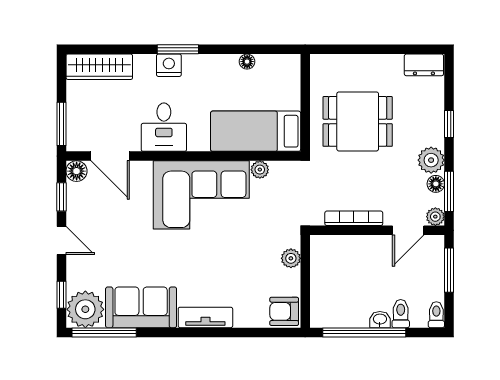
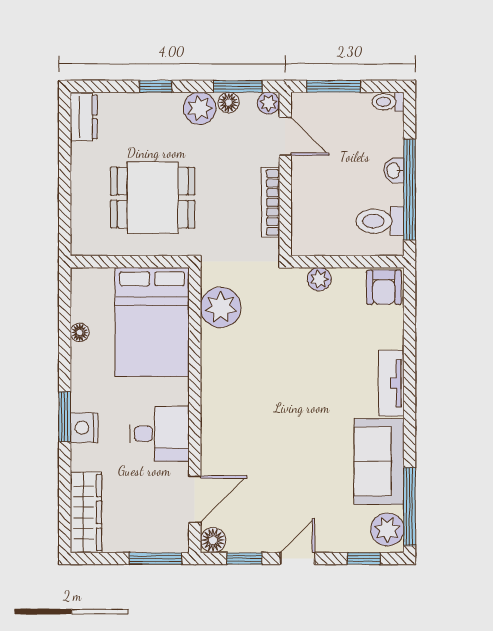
dining table: (358, 121) -> (153, 198), turned 90
bed: (256, 131) -> (152, 322), width x1.50
plant: (260, 170) -> (221, 307), width x1.88, depth x1.88
corner sofa: (201, 195) -> (242, 388), removed
plant: (85, 309) -> (387, 529), width x0.73, depth x0.73
toilet: (401, 314) -> (380, 221), moved, width x1.37, depth x1.39

